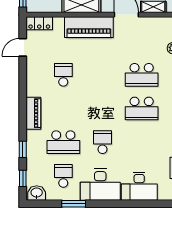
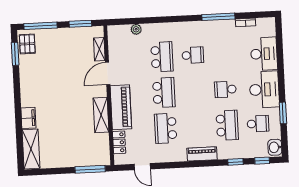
locker: (39, 23) -> (119, 142), moved
school desk: (63, 75) -> (166, 128), width x1.85
school desk: (102, 75) -> (164, 93), added
school desk: (142, 108) -> (193, 55), width x0.54
school desk: (63, 176) -> (258, 124), turned 180

